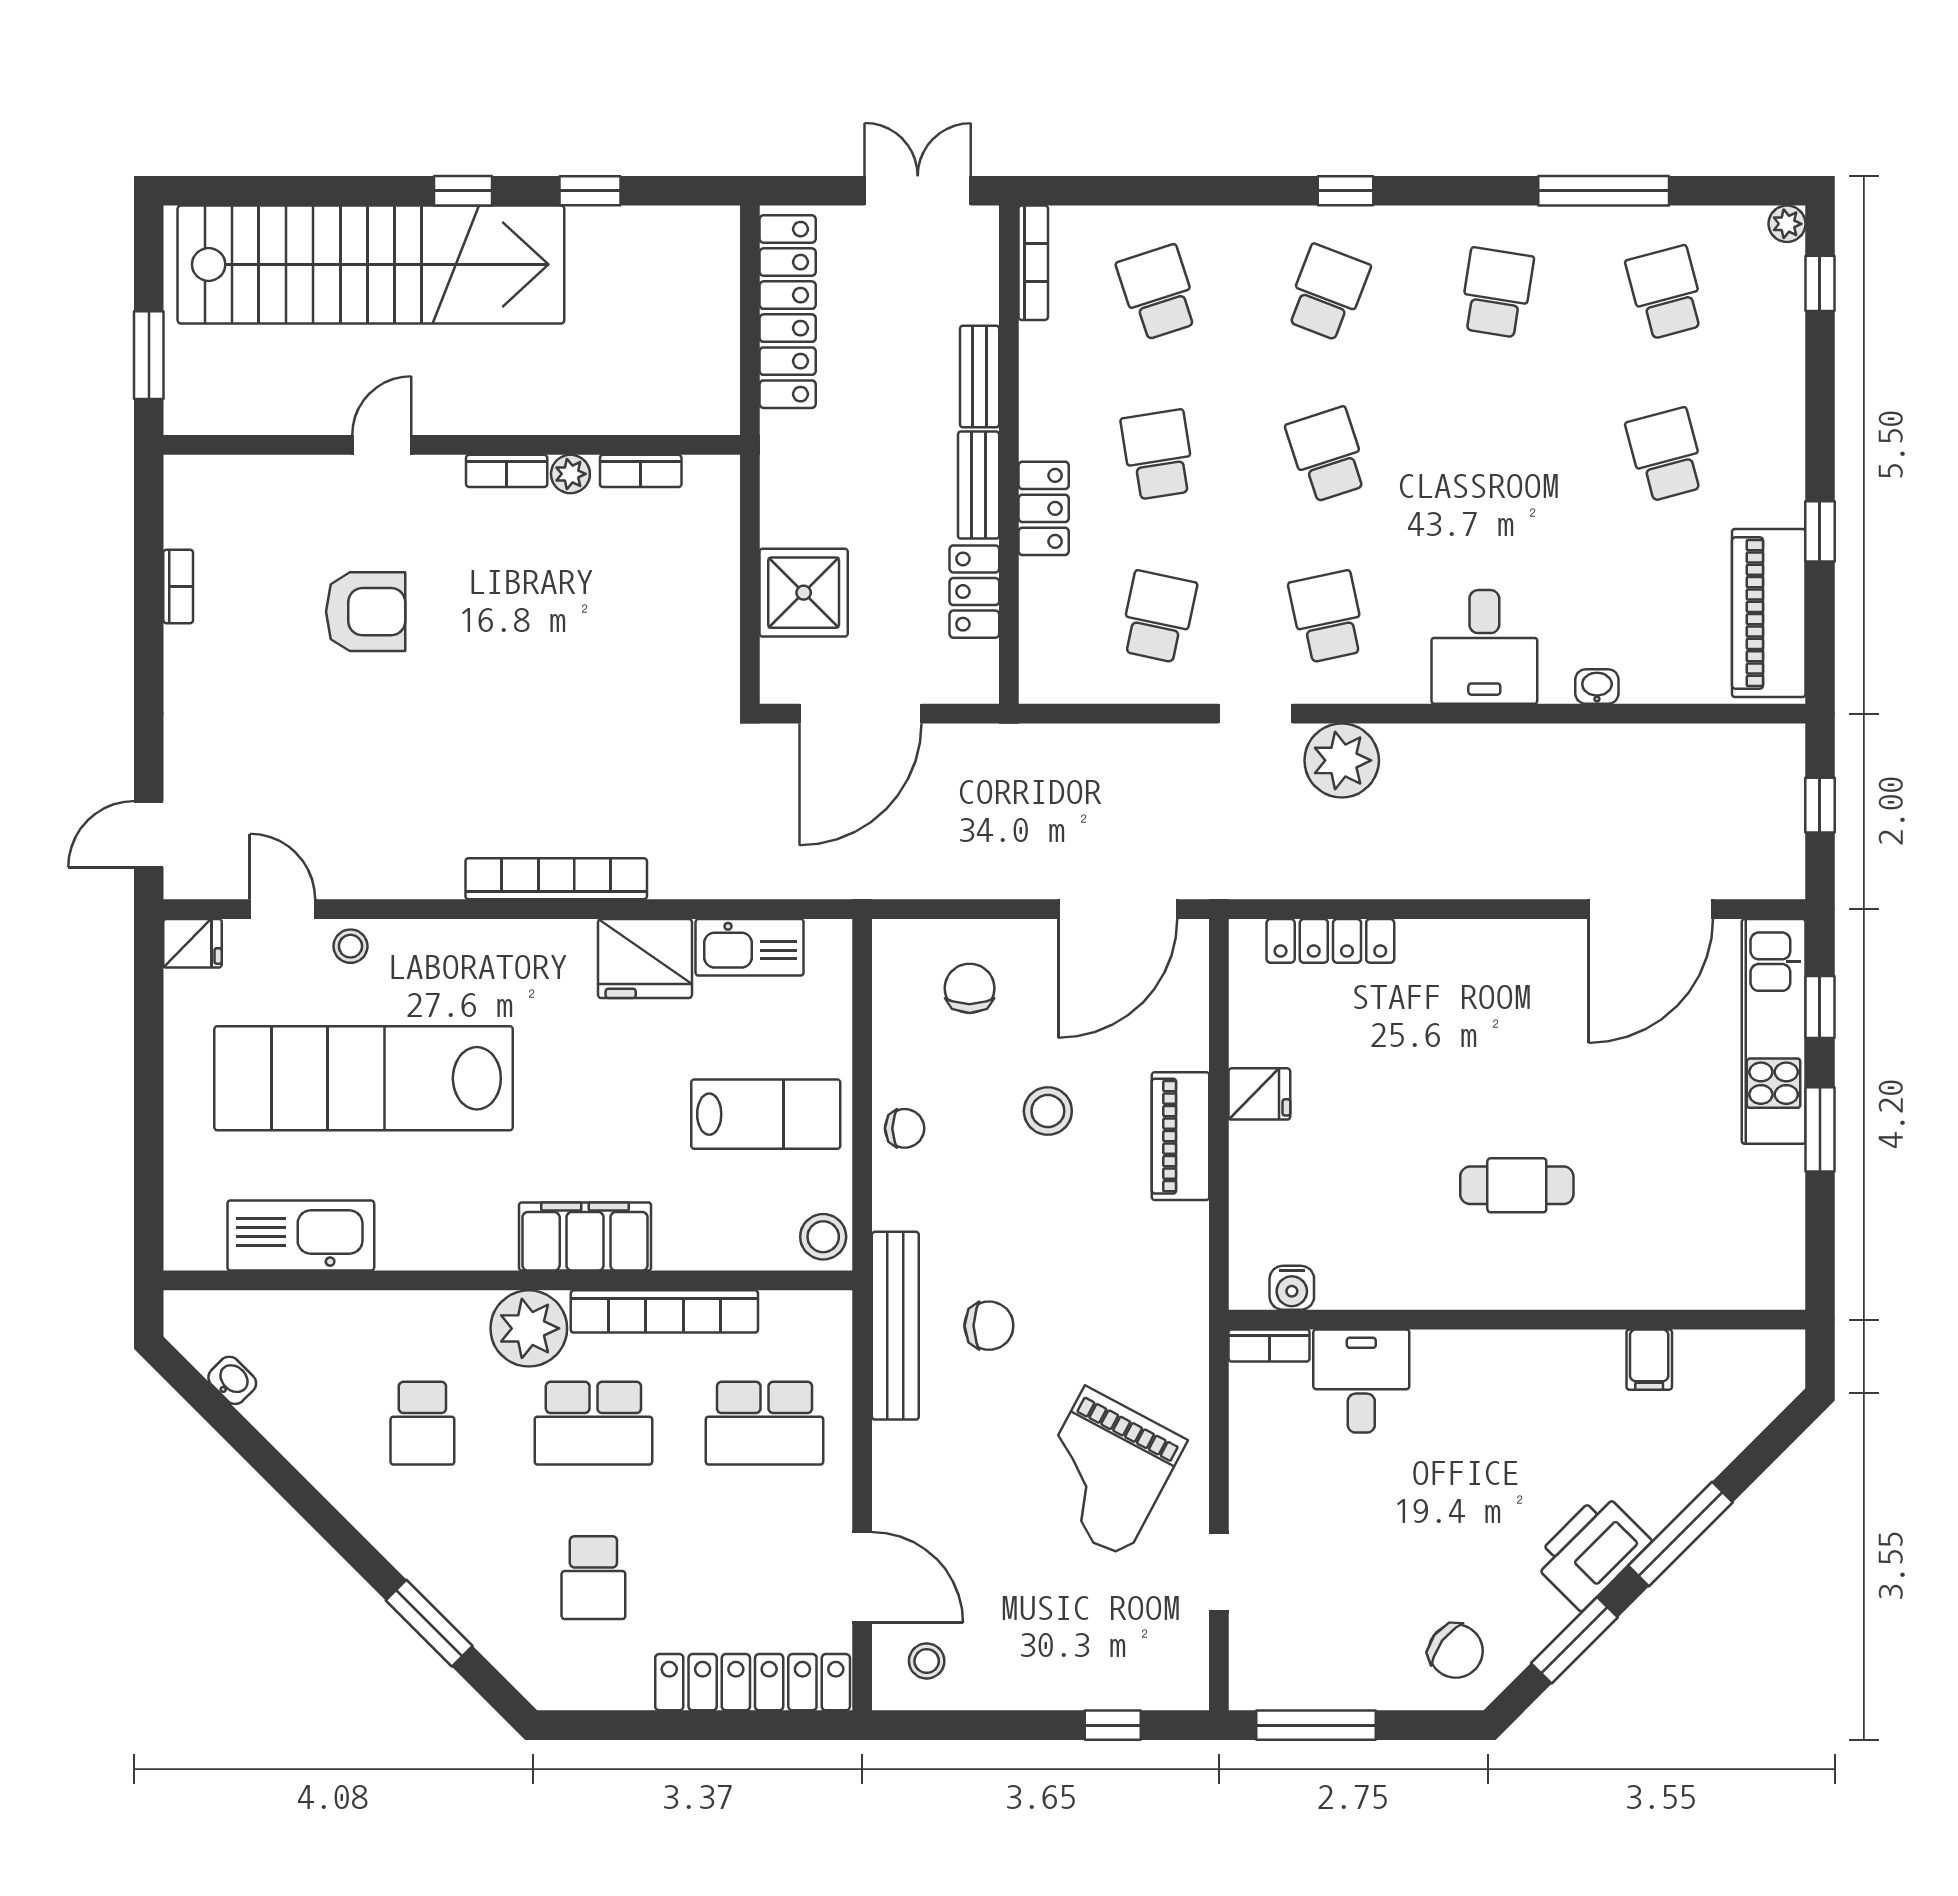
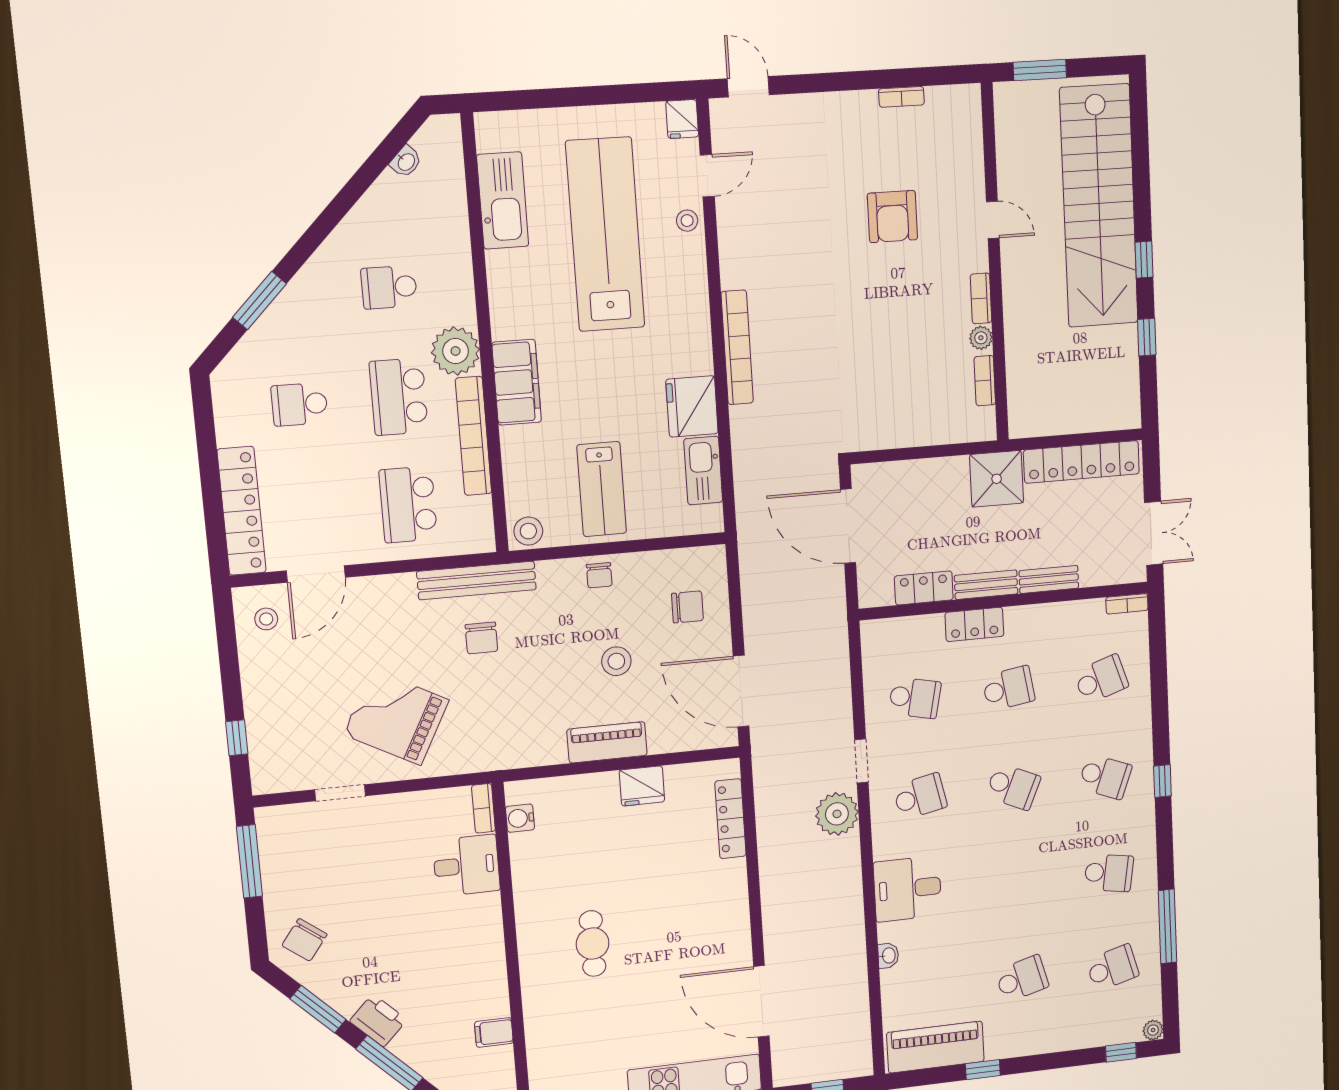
bookcase: (1033, 263) -> (1127, 604), width x0.64
school desk: (1327, 455) -> (1013, 787), turned 42
shower: (804, 593) -> (997, 479), moved
fridge: (1259, 1094) -> (642, 786), width x1.38
printer: (1591, 1551) -> (378, 1020), width x0.73, depth x0.84

